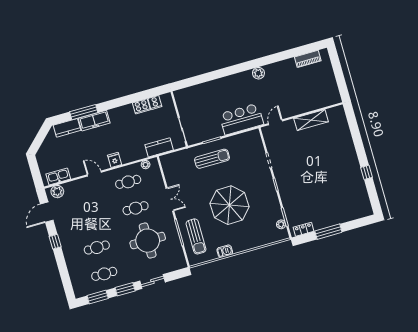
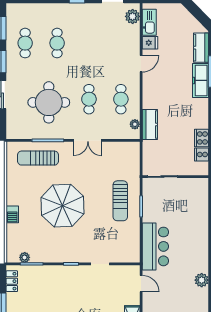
kitchen counter: (159, 147) -> (150, 124), moved
fridge: (115, 160) -> (150, 43), moved
barbecue: (225, 251) -> (12, 214), moved

